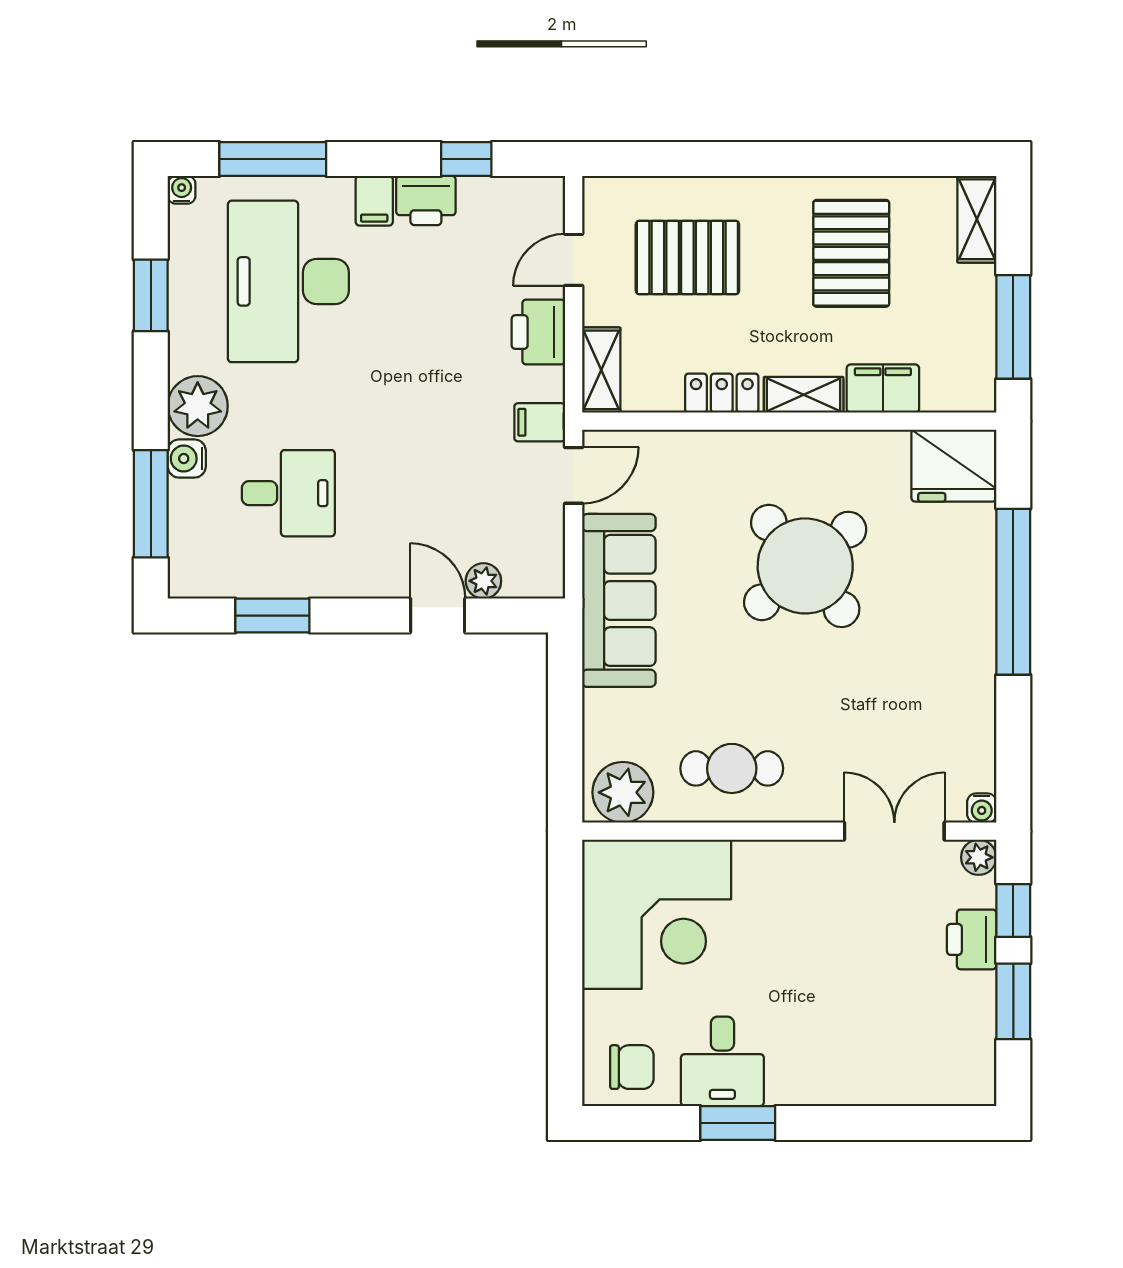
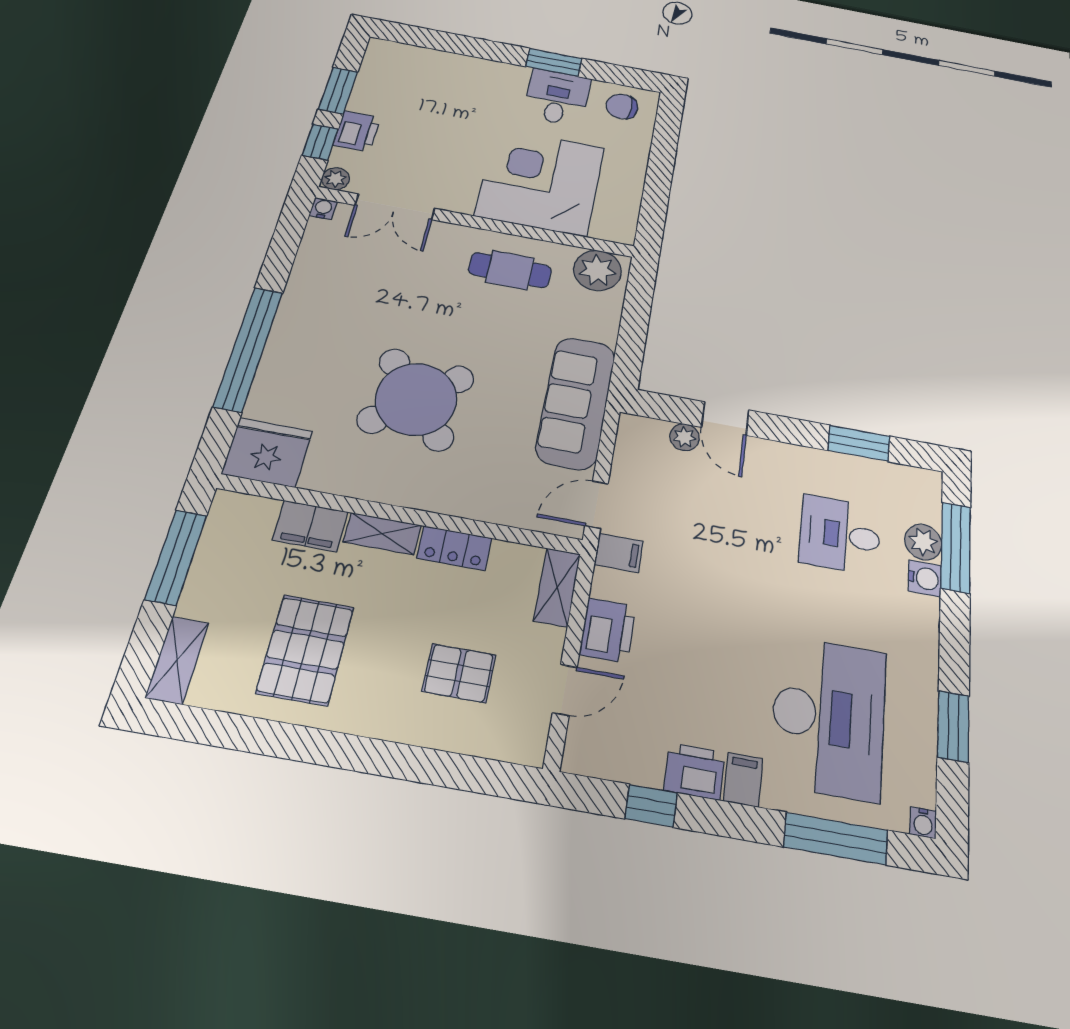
pallet: (687, 258) -> (459, 673), width x0.67, depth x0.71
plant: (198, 406) -> (923, 542), moved, width x0.73, depth x0.73
corner desk: (657, 914) -> (540, 181), moved

